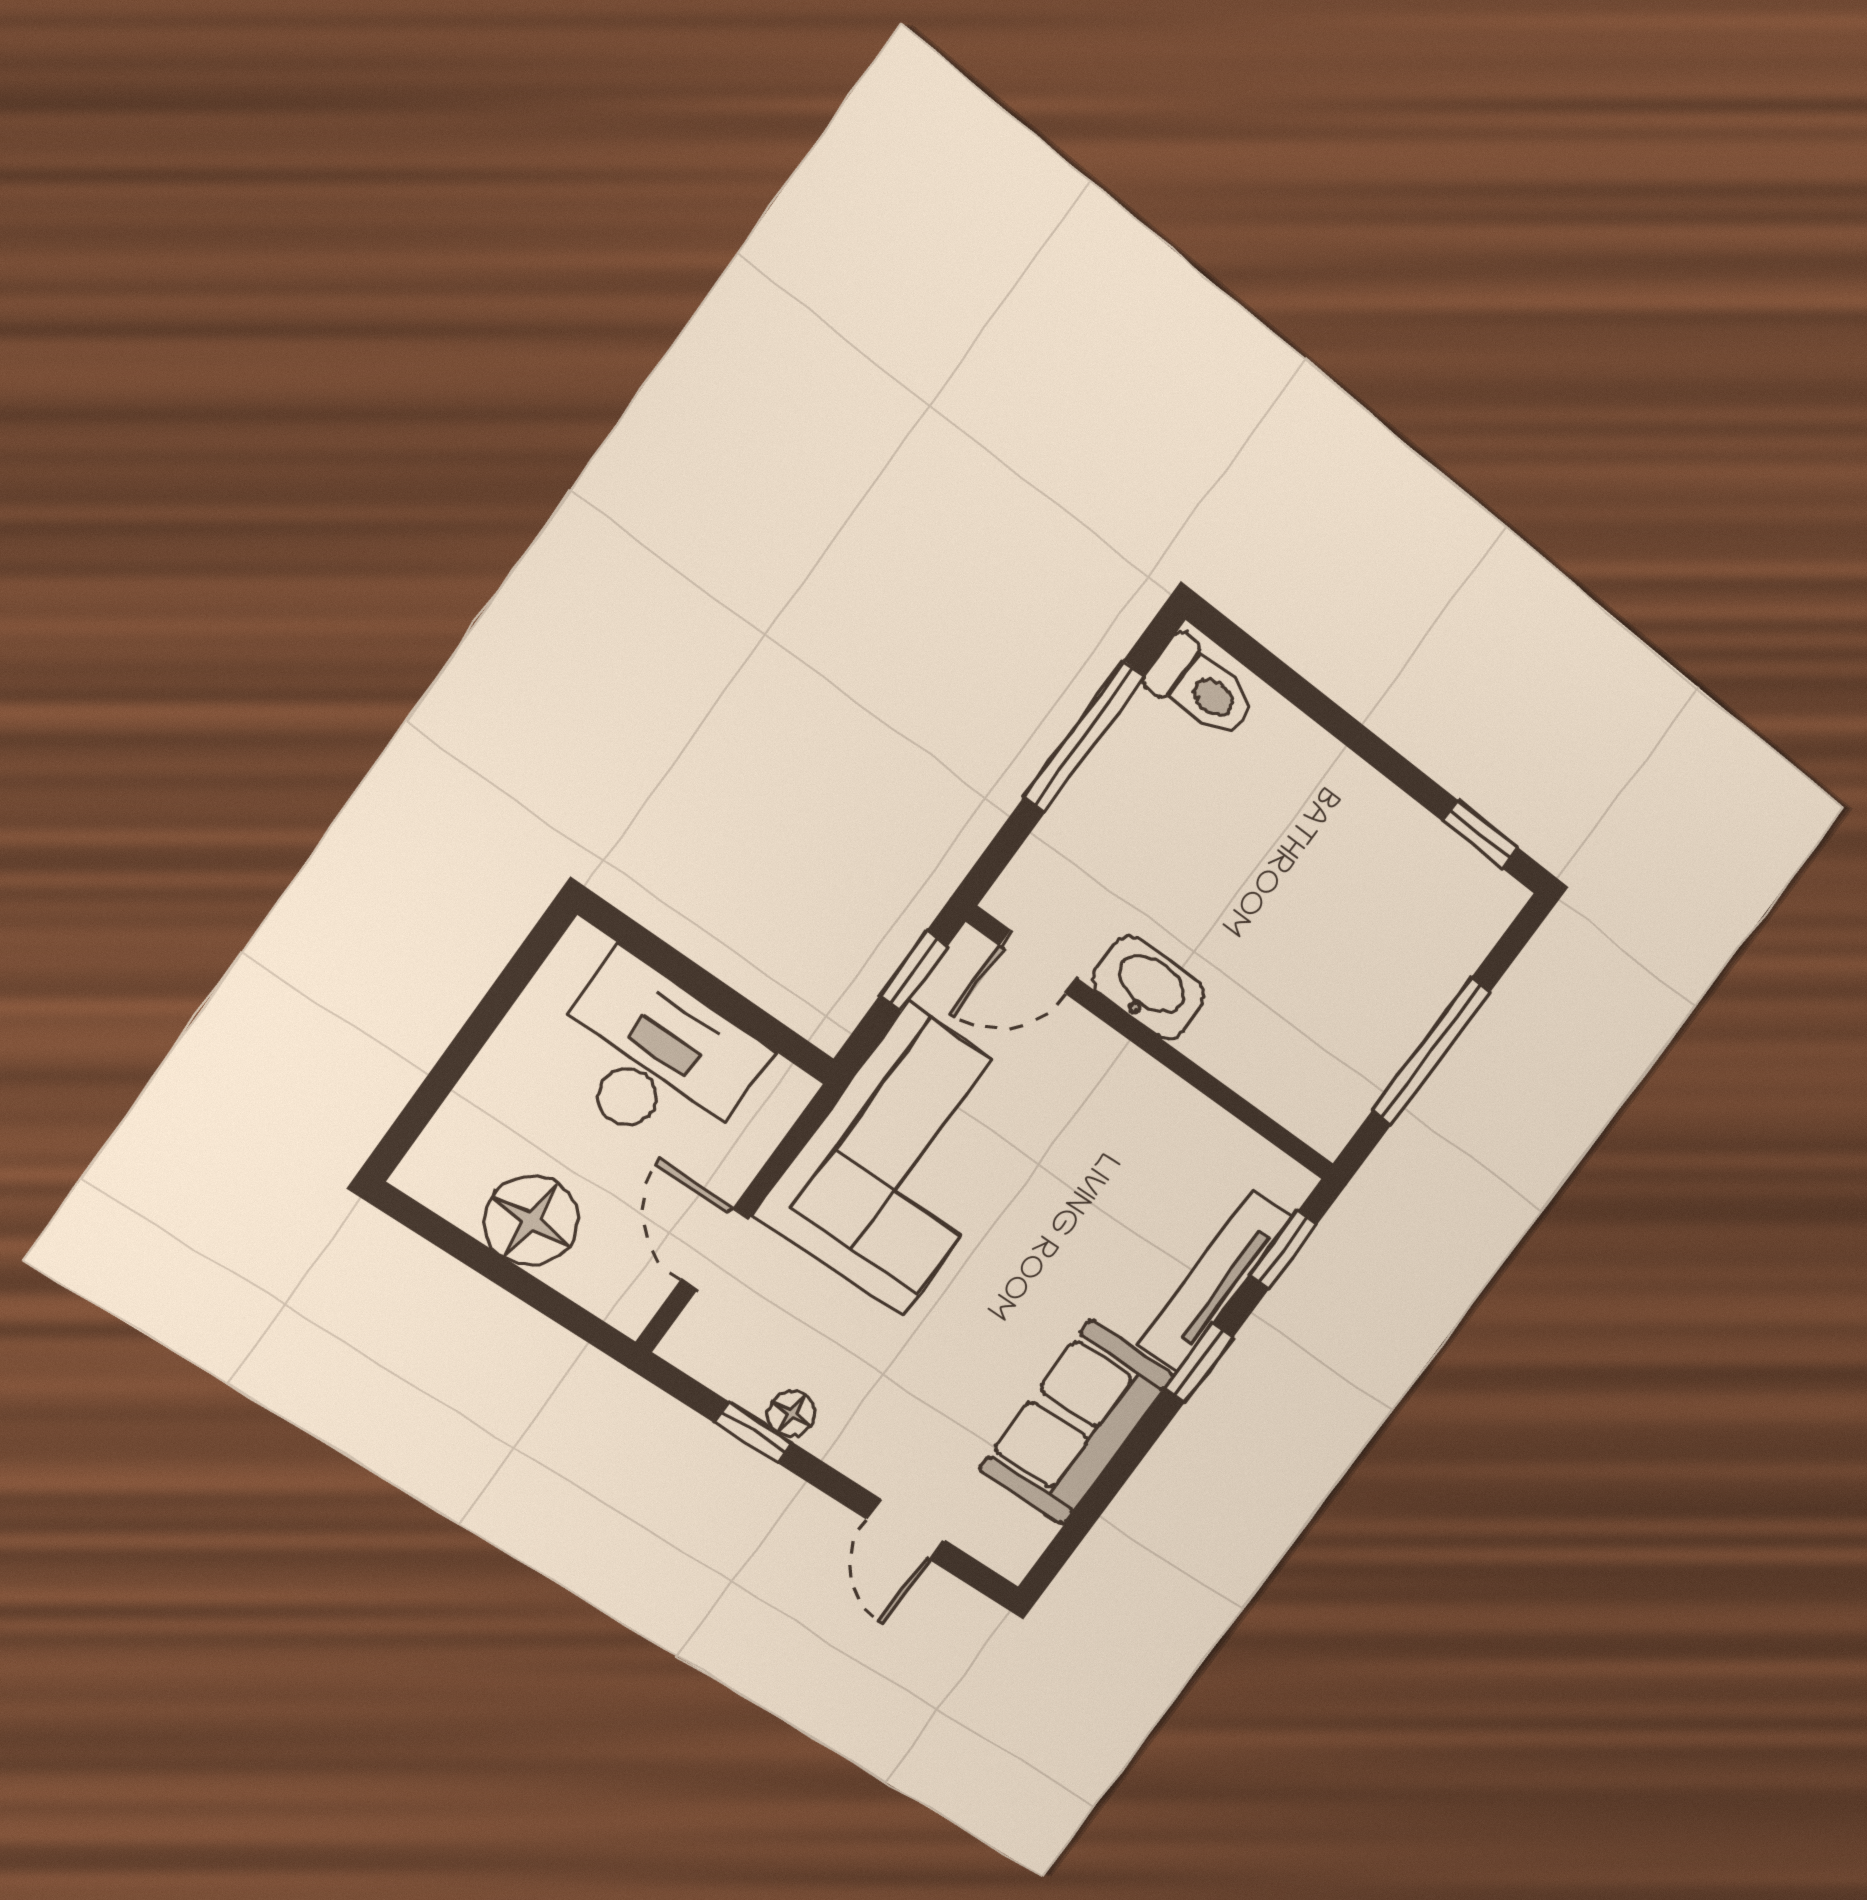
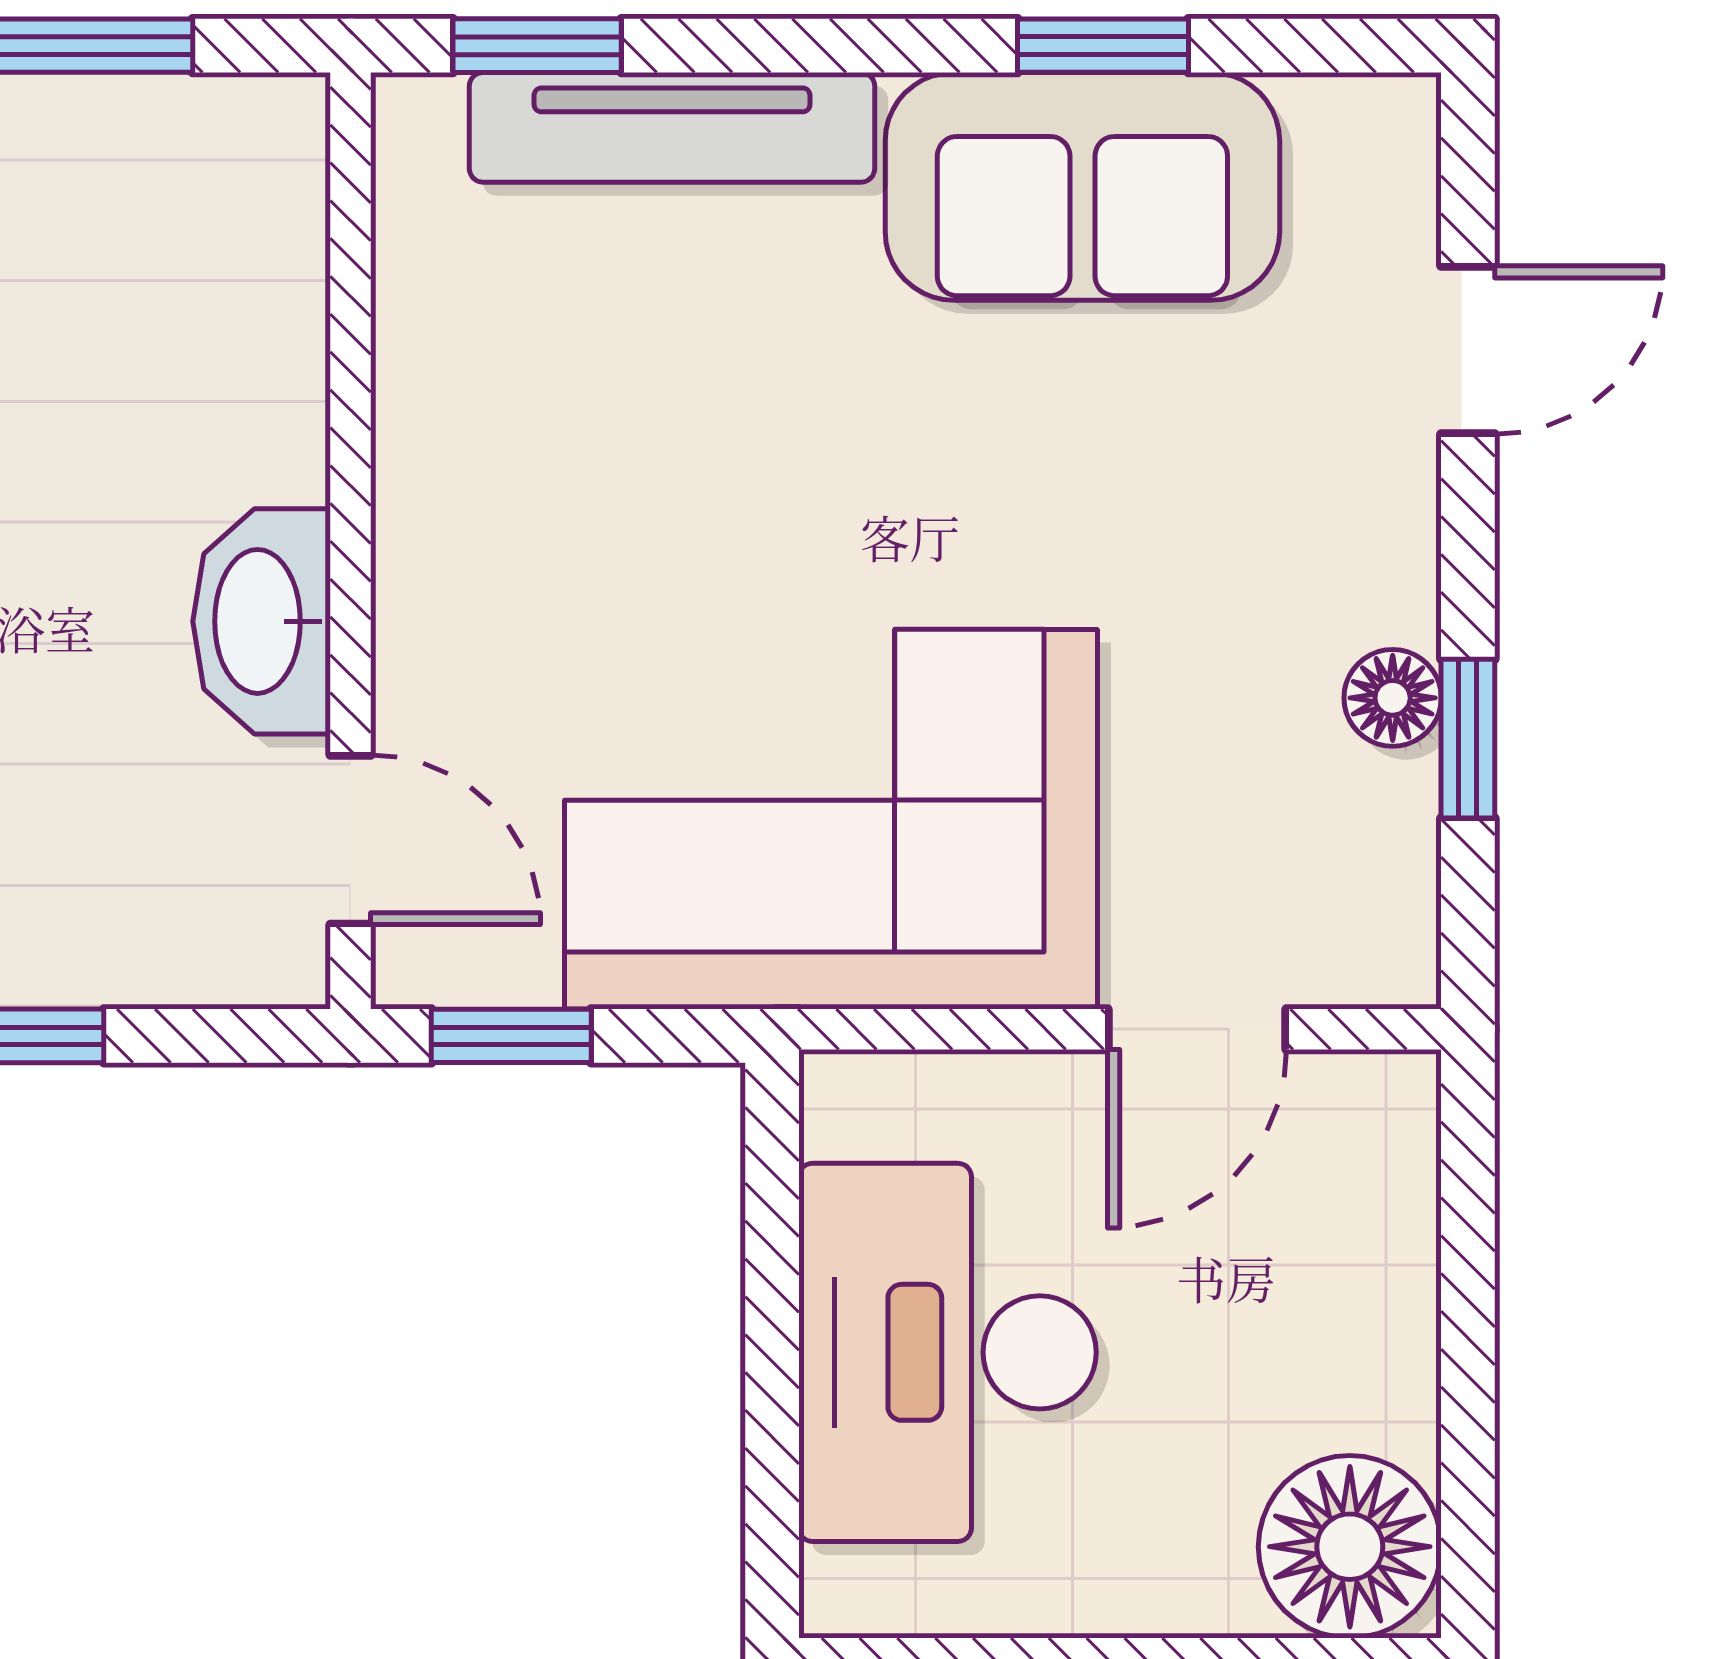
floor lamp: (531, 1220) -> (1350, 1547), moved
window: (1199, 1363) -> (1103, 46), moved

